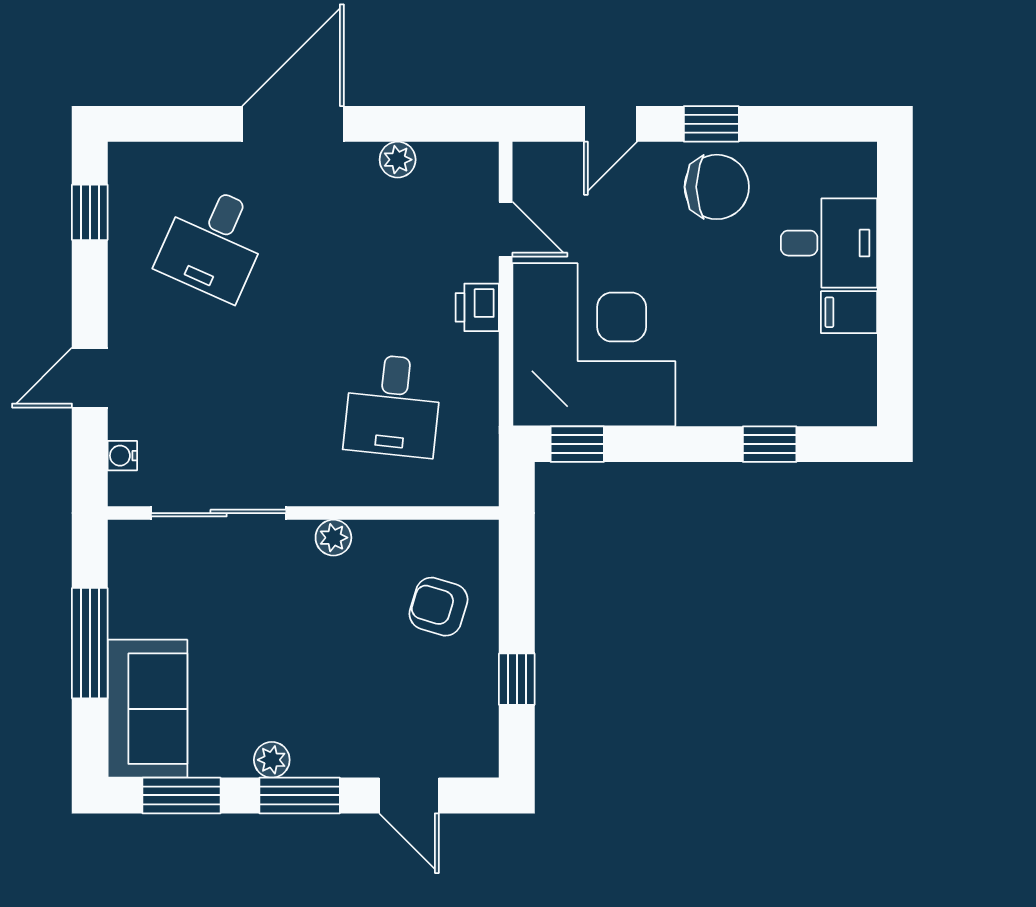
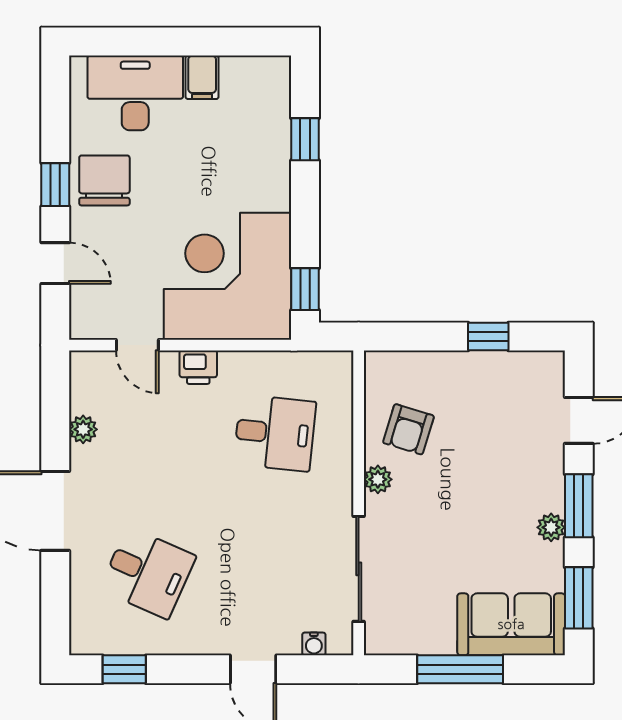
door: (506, 229) -> (137, 345), swing flipped
desk: (829, 243) -> (135, 93), width x1.37
armchair: (438, 607) -> (408, 429), moved

